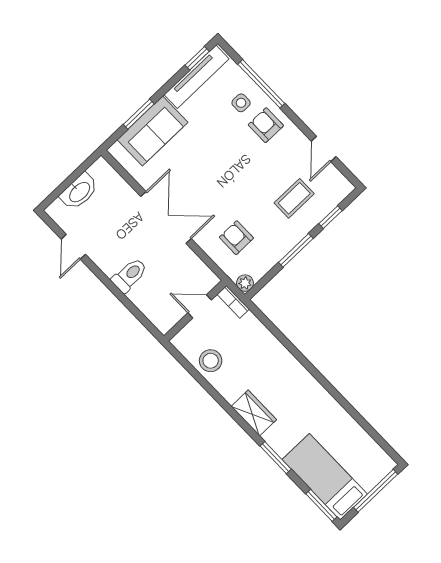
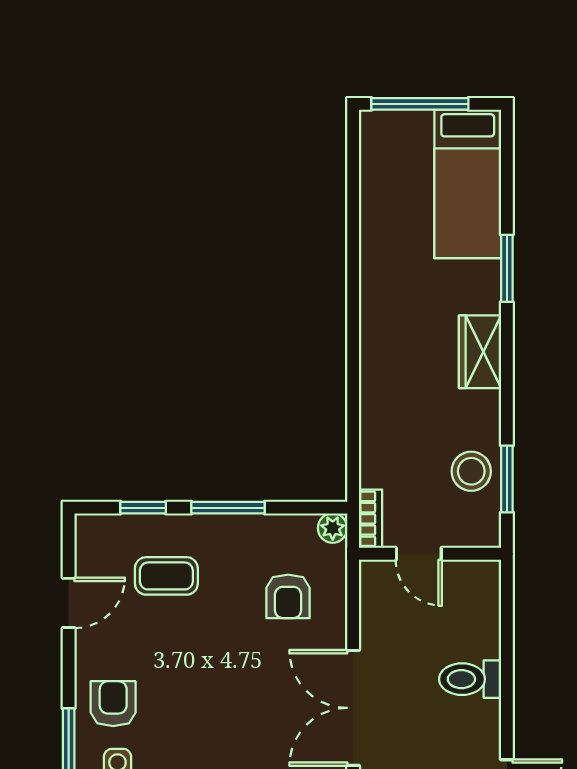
armchair: (266, 125) -> (113, 704), turned 180
window: (321, 505) -> (507, 479), moved

